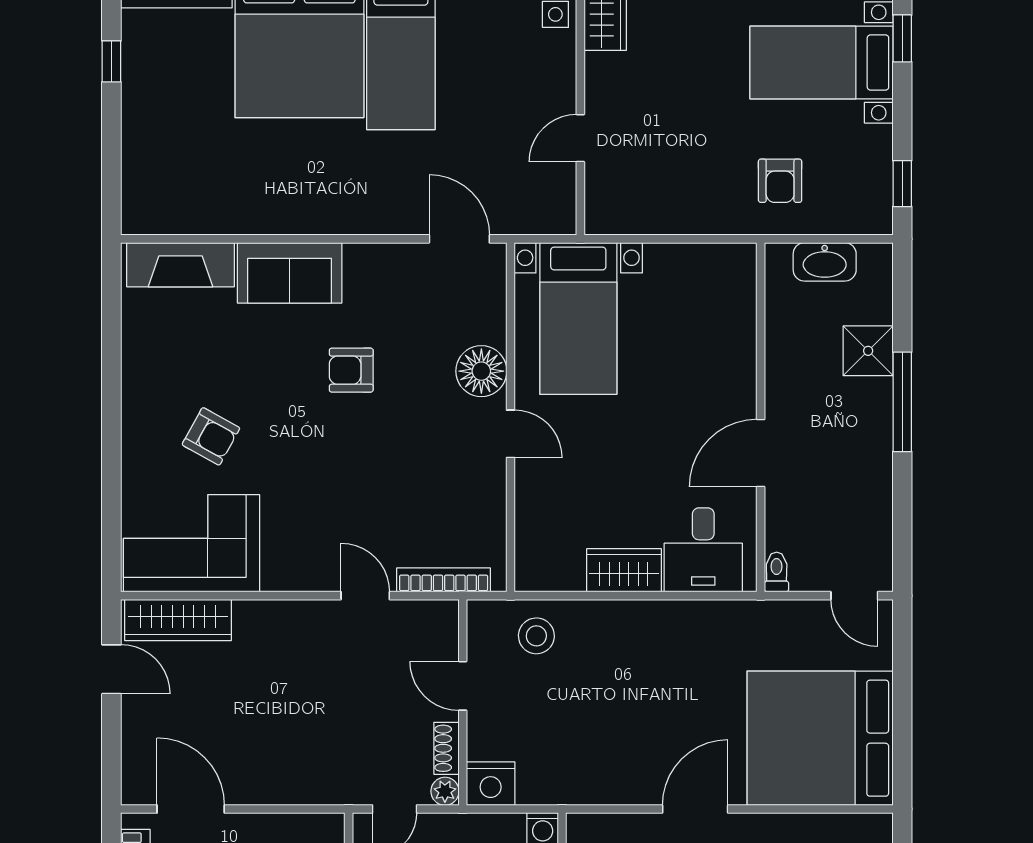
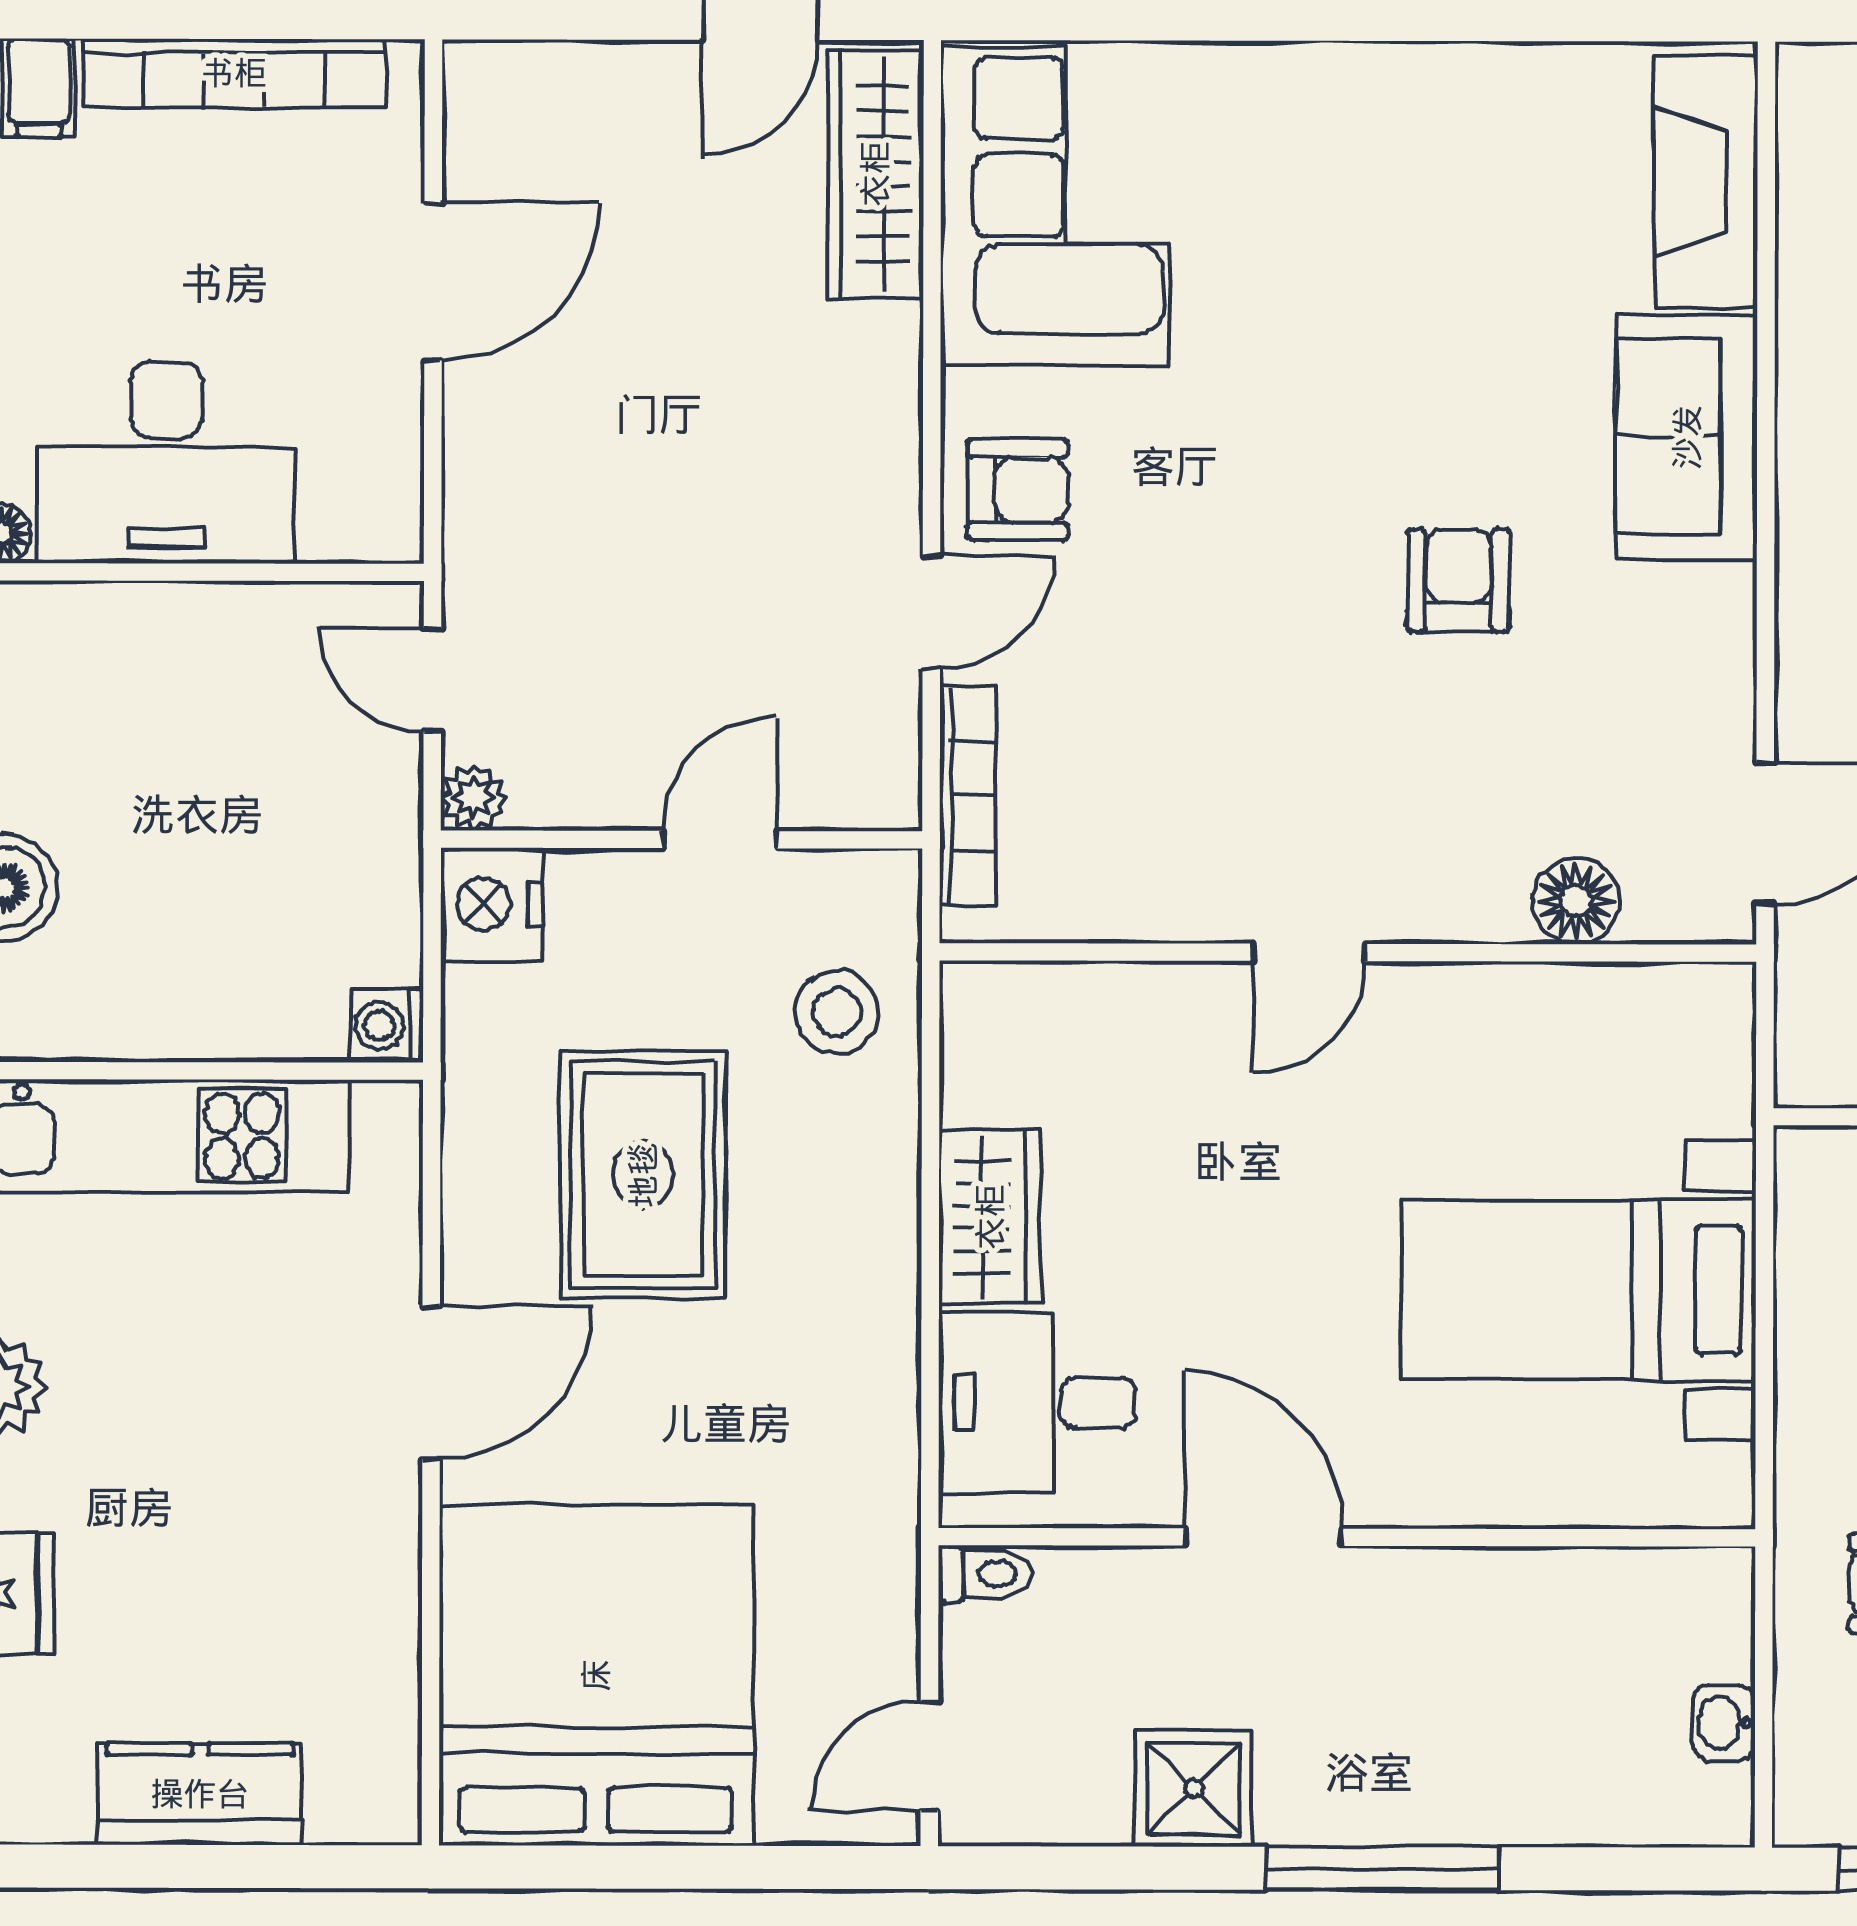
washbasin: (825, 262) -> (1724, 1723), width x0.52, depth x0.69
bed with nightstands: (578, 318) -> (1578, 1290), moved
shower: (868, 351) -> (1194, 1788), moved
floor lamp: (481, 371) -> (1576, 901), moved, width x0.73, depth x0.73
armchair: (211, 436) -> (1017, 490), moved, turned -119
rug: (606, 719) -> (643, 1175), added
shoe rack: (446, 748) -> (574, 801), removed
door: (191, 809) -> (433, 282), moved
door: (695, 809) -> (431, 1383), hinge flipped

